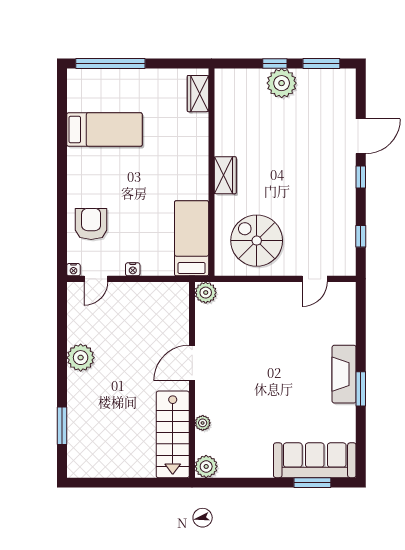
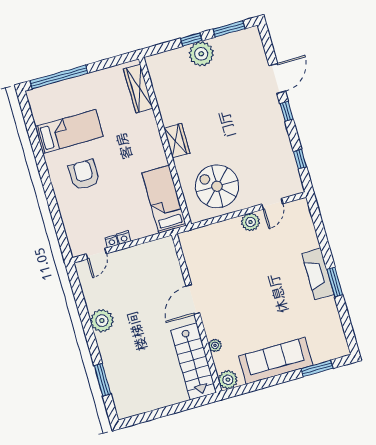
wardrobe: (198, 94) -> (138, 89), width x1.50
armchair: (91, 224) -> (84, 175), moved
nightstand: (73, 270) -> (112, 241), moved
plant: (206, 293) -> (251, 222), moved
sofa: (315, 460) -> (276, 361), moved

